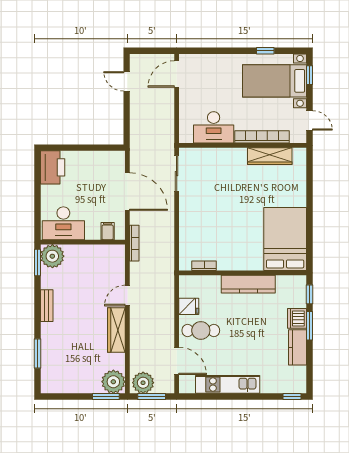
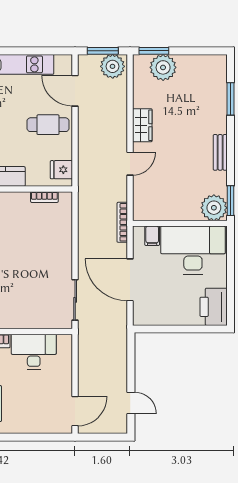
desk: (63, 223) -> (193, 250), width x1.36, depth x1.30
fridge: (189, 306) -> (61, 170), moved
wardrobe: (116, 330) -> (142, 125), width x0.67
plant: (113, 382) -> (163, 67), moved

